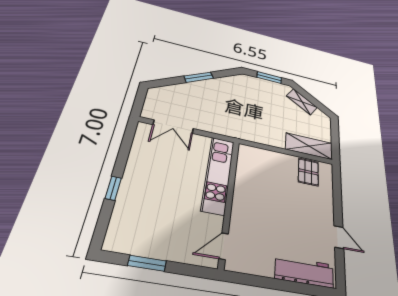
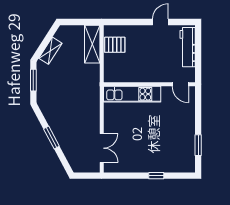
kitchen unit: (218, 175) -> (132, 94), moved
wall: (229, 200) -> (149, 84), moved
door: (224, 246) -> (180, 84), moved

